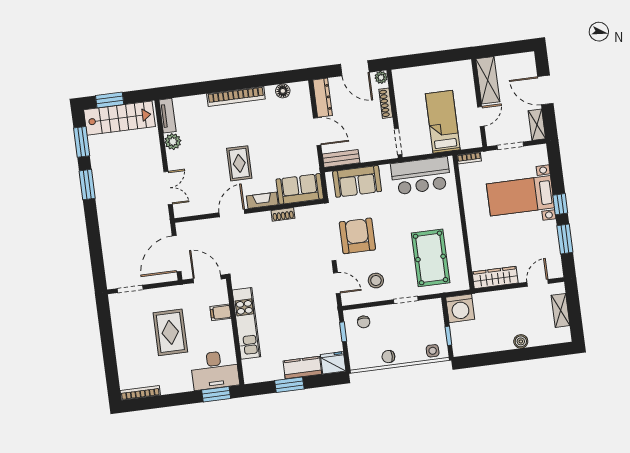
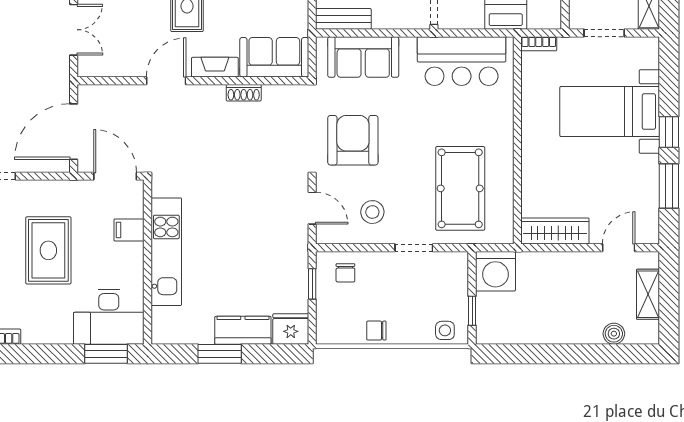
boiler: (521, 341) -> (614, 334), moved

